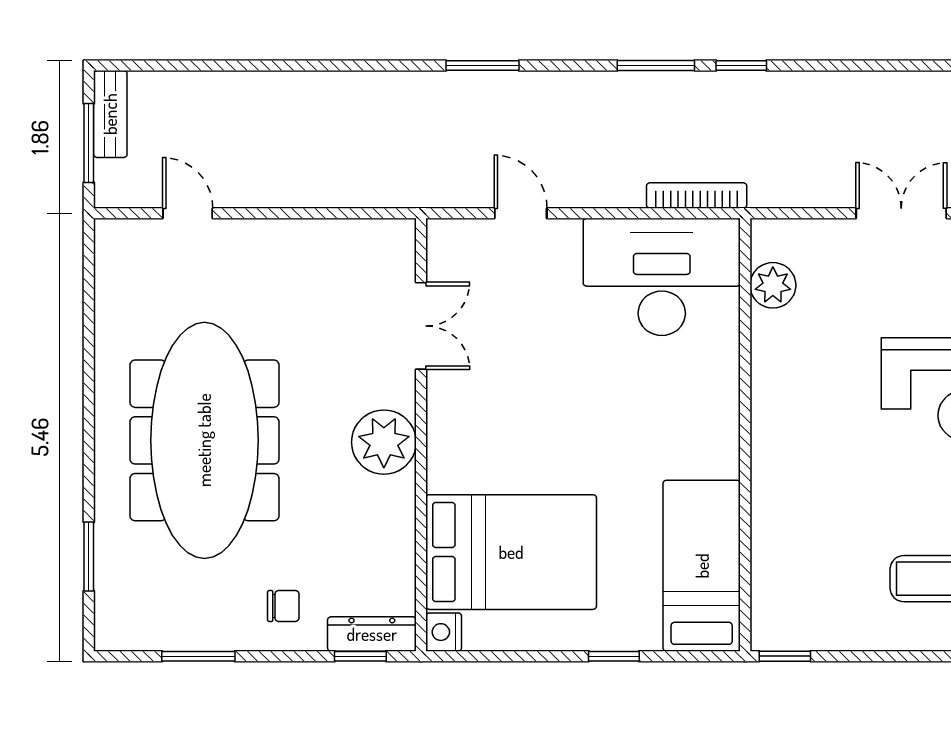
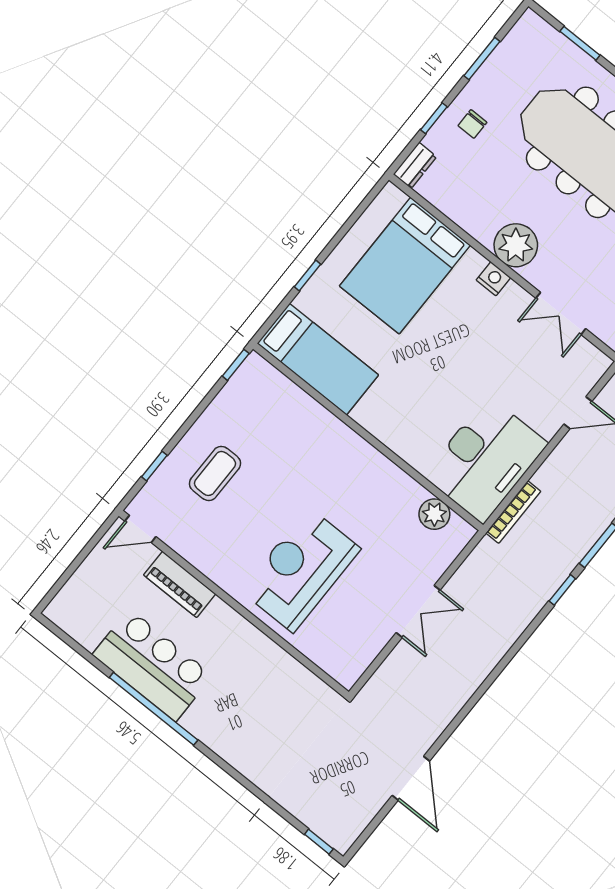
nightstand: (444, 632) -> (493, 279), moved
dresser: (372, 634) -> (415, 166), width x0.70
window: (360, 656) -> (434, 118), moved

